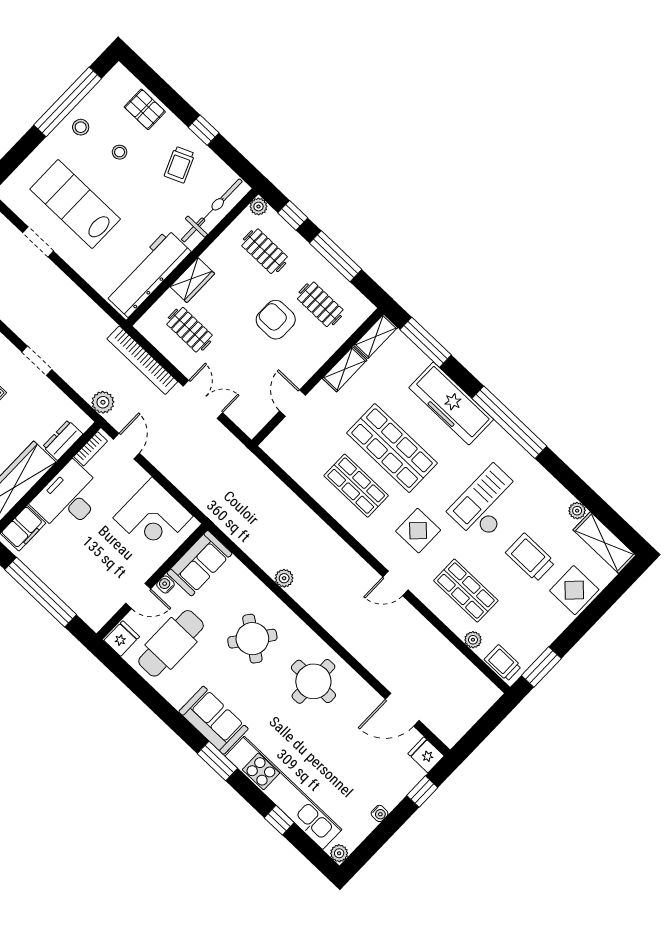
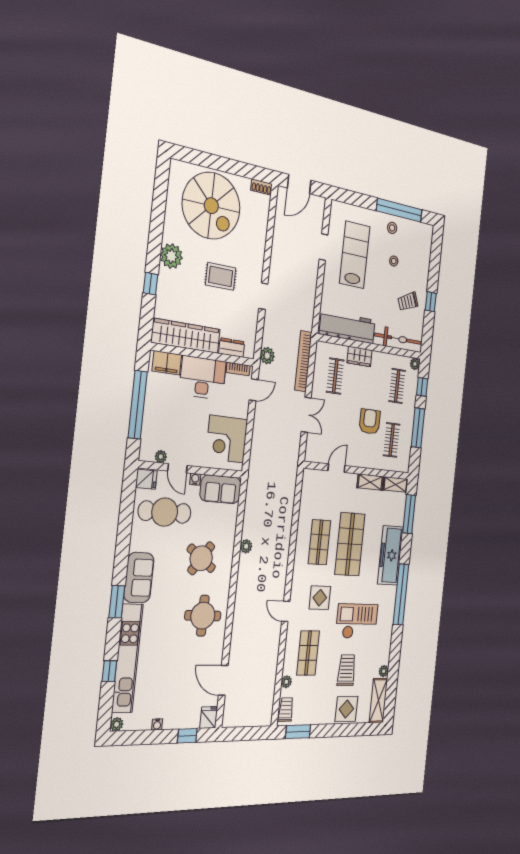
pallet: (145, 109) -> (421, 259), removed
plant: (112, 606) -> (161, 457), added

